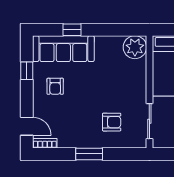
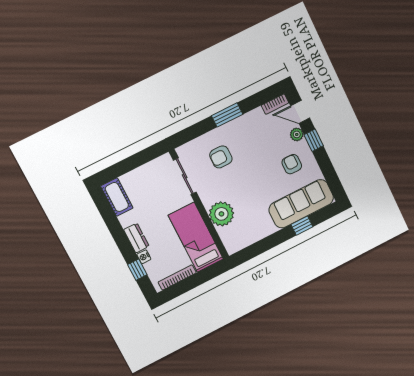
plant: (135, 47) -> (221, 214), moved
window: (27, 71) -> (314, 140), moved
plant: (39, 109) -> (297, 134), added

